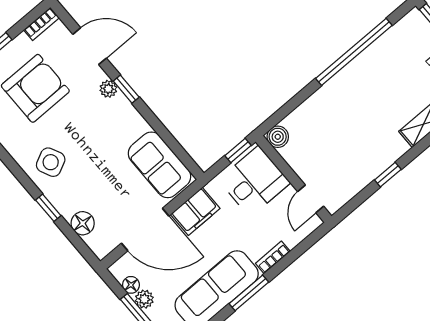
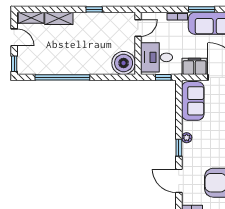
plant: (108, 89) -> (187, 138), moved
boiler: (278, 137) -> (124, 63), width x1.86, depth x1.86
window: (238, 151) -> (163, 77), moved

